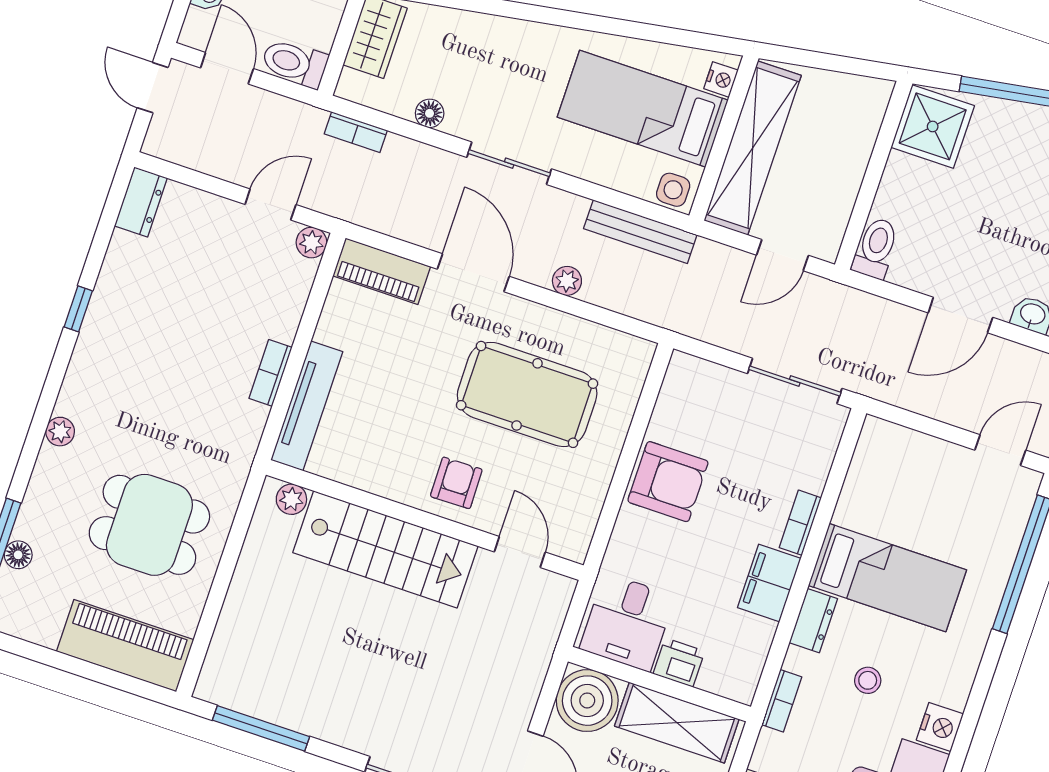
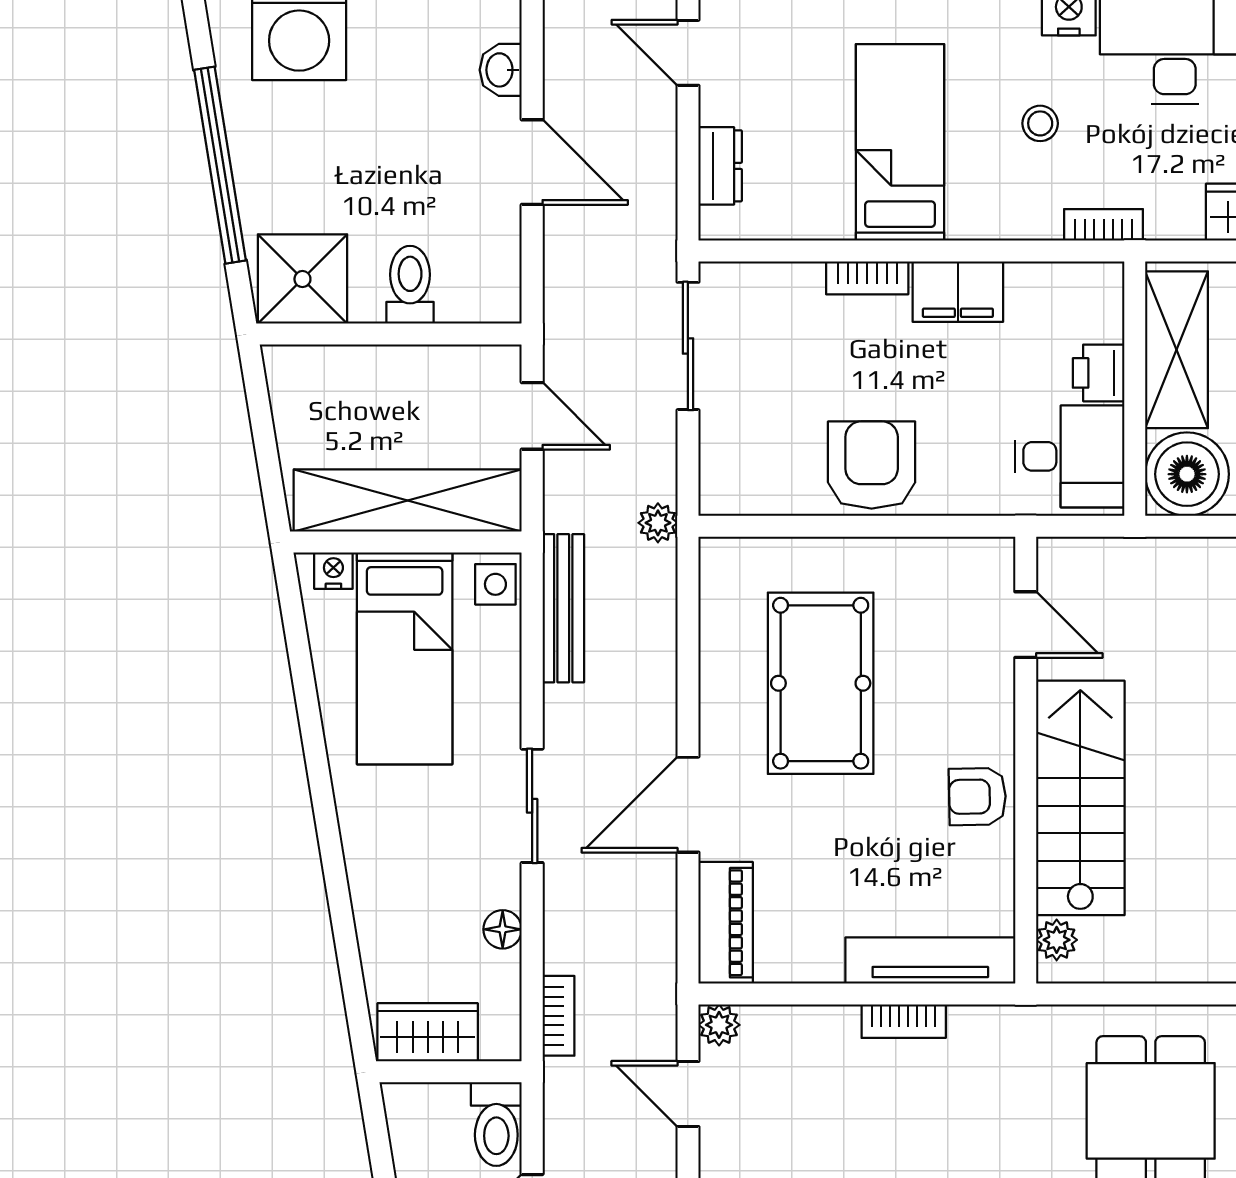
toilet: (876, 248) -> (410, 285), moved, turned 90
plant: (567, 281) -> (658, 523), moved
armchair: (456, 483) -> (977, 797), moved
door: (520, 552) -> (1026, 625), swing flipped
dresser: (813, 621) -> (720, 166), moved, turned 90

